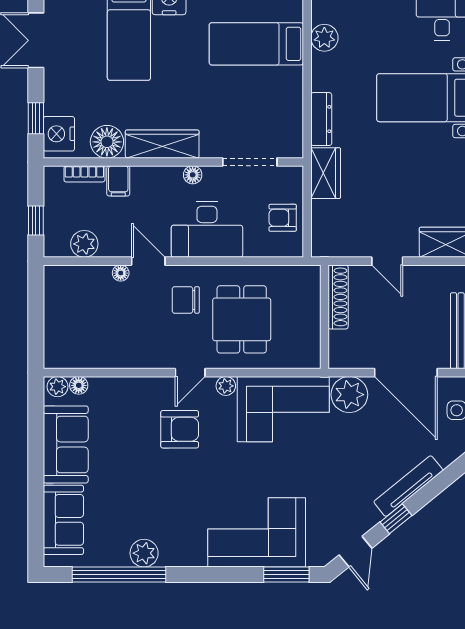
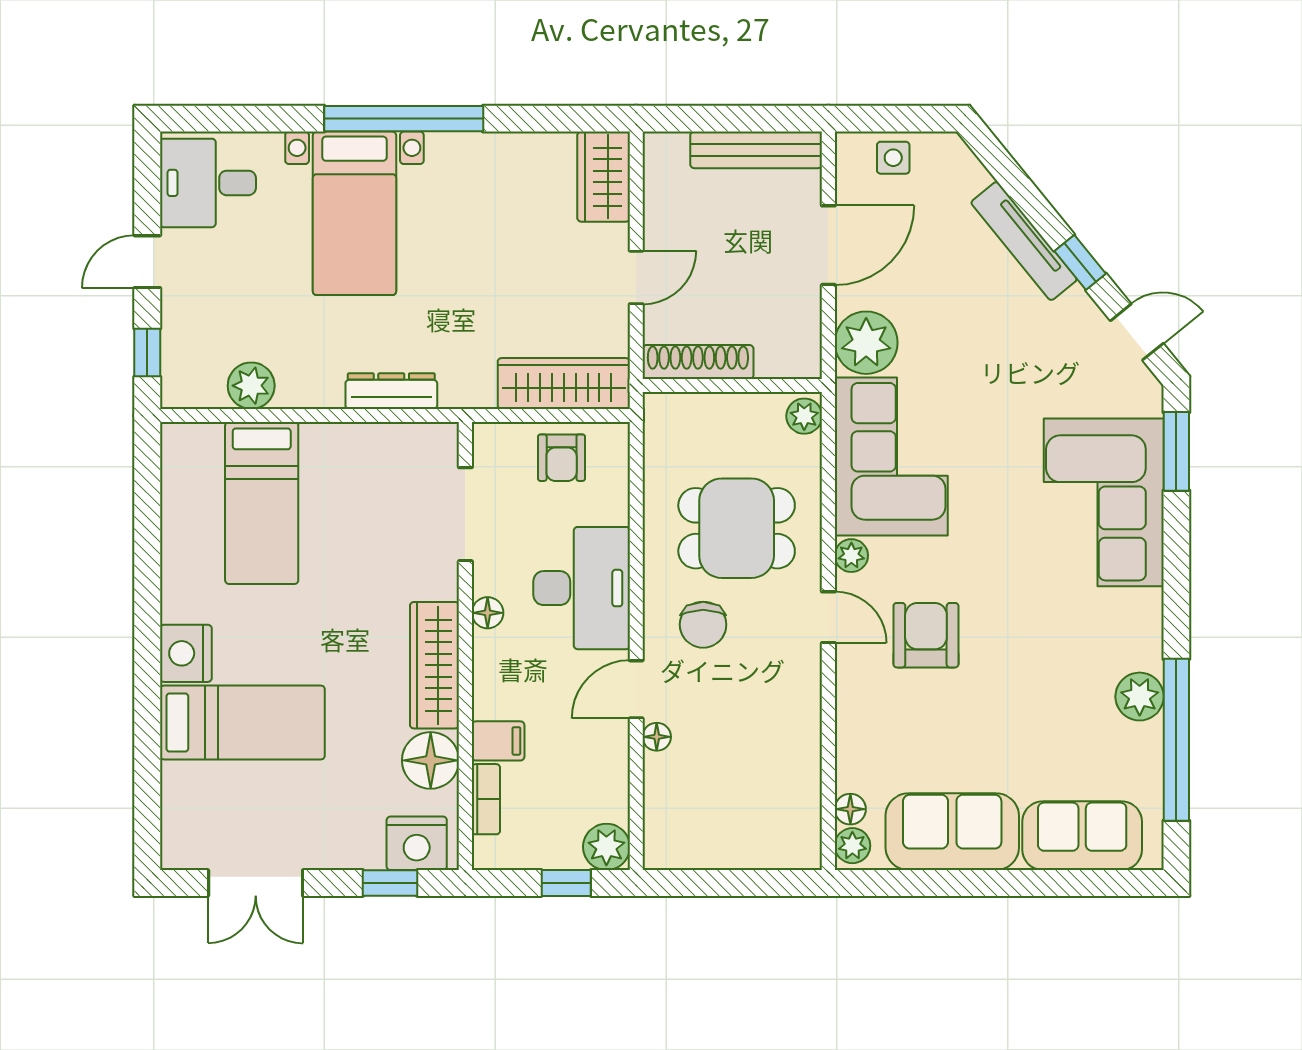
wardrobe: (326, 173) -> (564, 384), moved, width x1.50
plant: (84, 244) -> (606, 847), moved
plant: (307, 359) -> (804, 416), added
door: (406, 373) -> (828, 245), width x0.73

